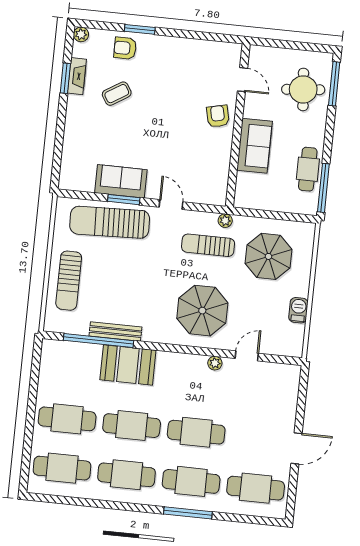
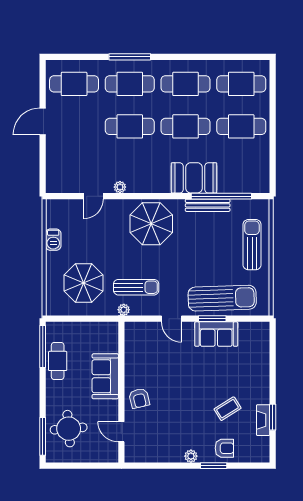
plant: (81, 34) -> (191, 456), moved
parasol: (202, 311) -> (151, 224), moved

